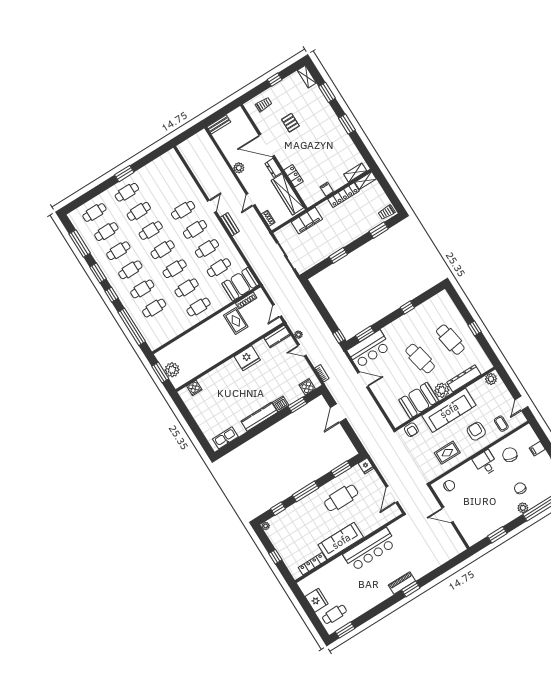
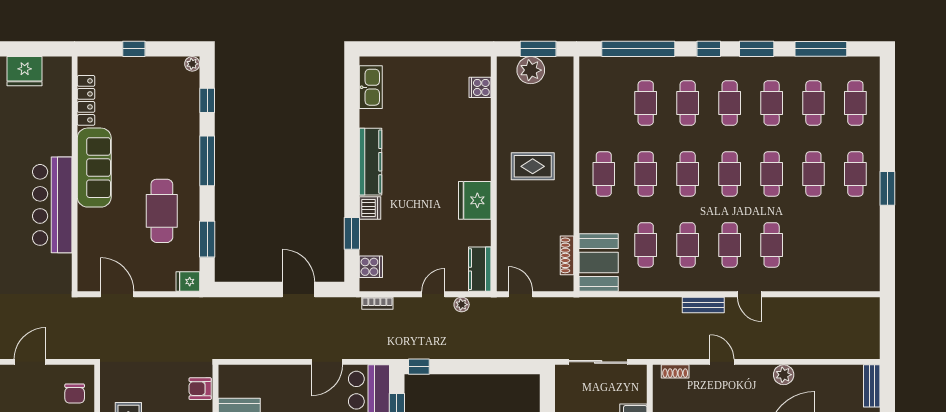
rug: (236, 321) -> (533, 166), moved

